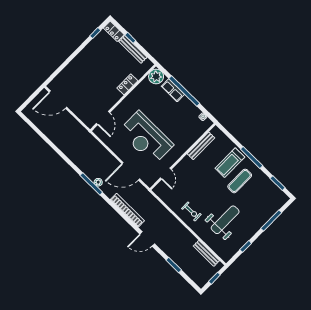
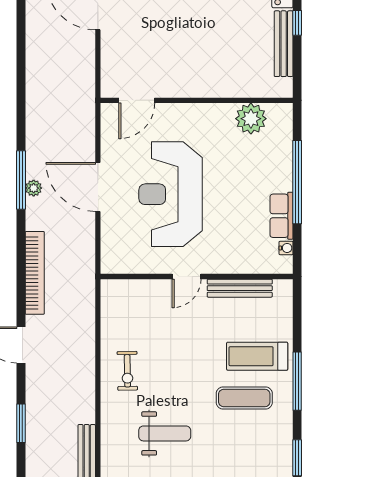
plant: (156, 77) -> (251, 119), moved
locker: (127, 84) -> (223, 87), removed
row of seats: (173, 90) -> (282, 216), moved
door: (131, 171) -> (98, 187), moved
door: (166, 174) -> (186, 277), moved
weight bench: (225, 220) -> (165, 433), width x0.73, depth x0.75

